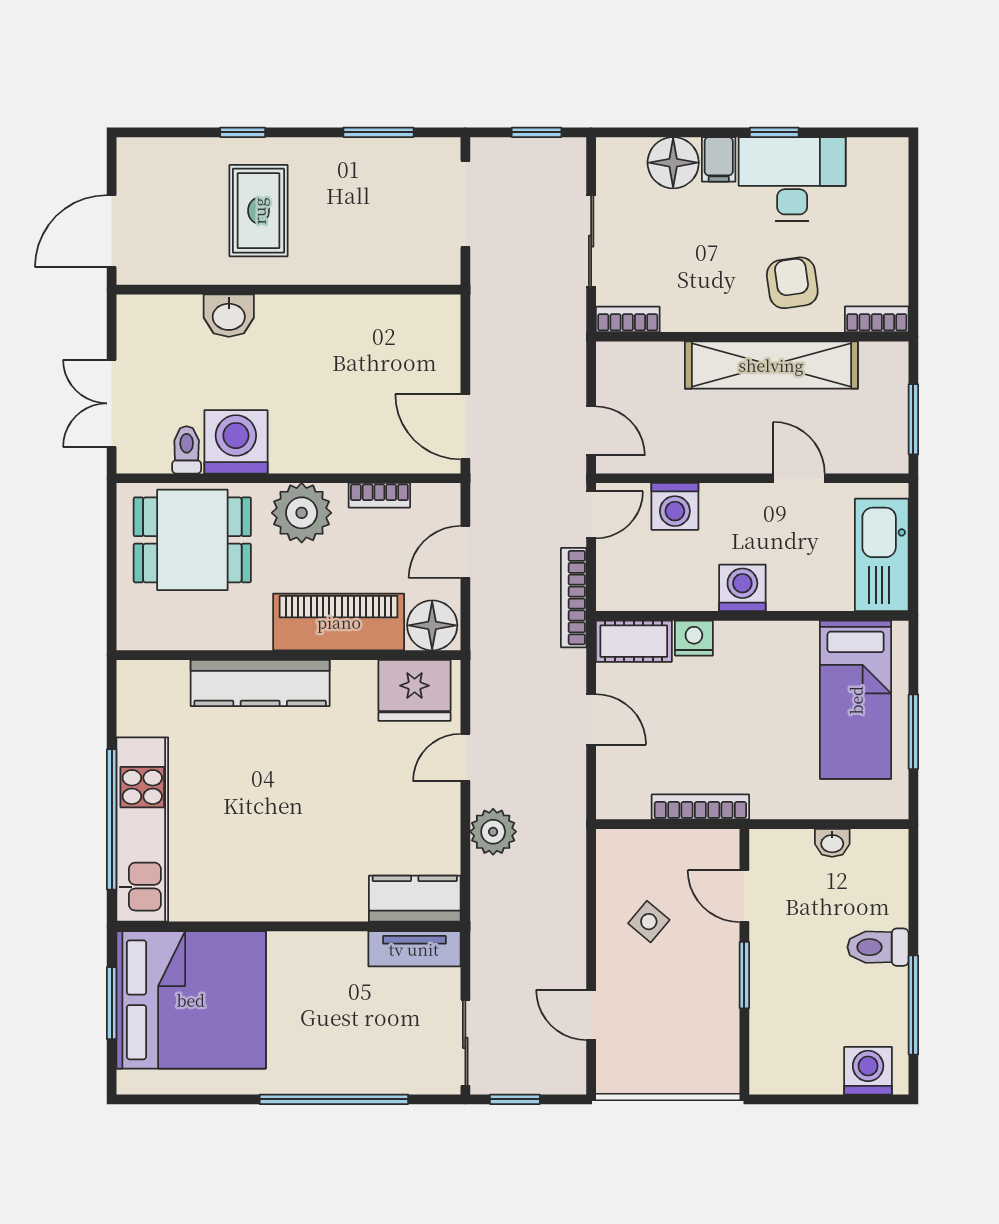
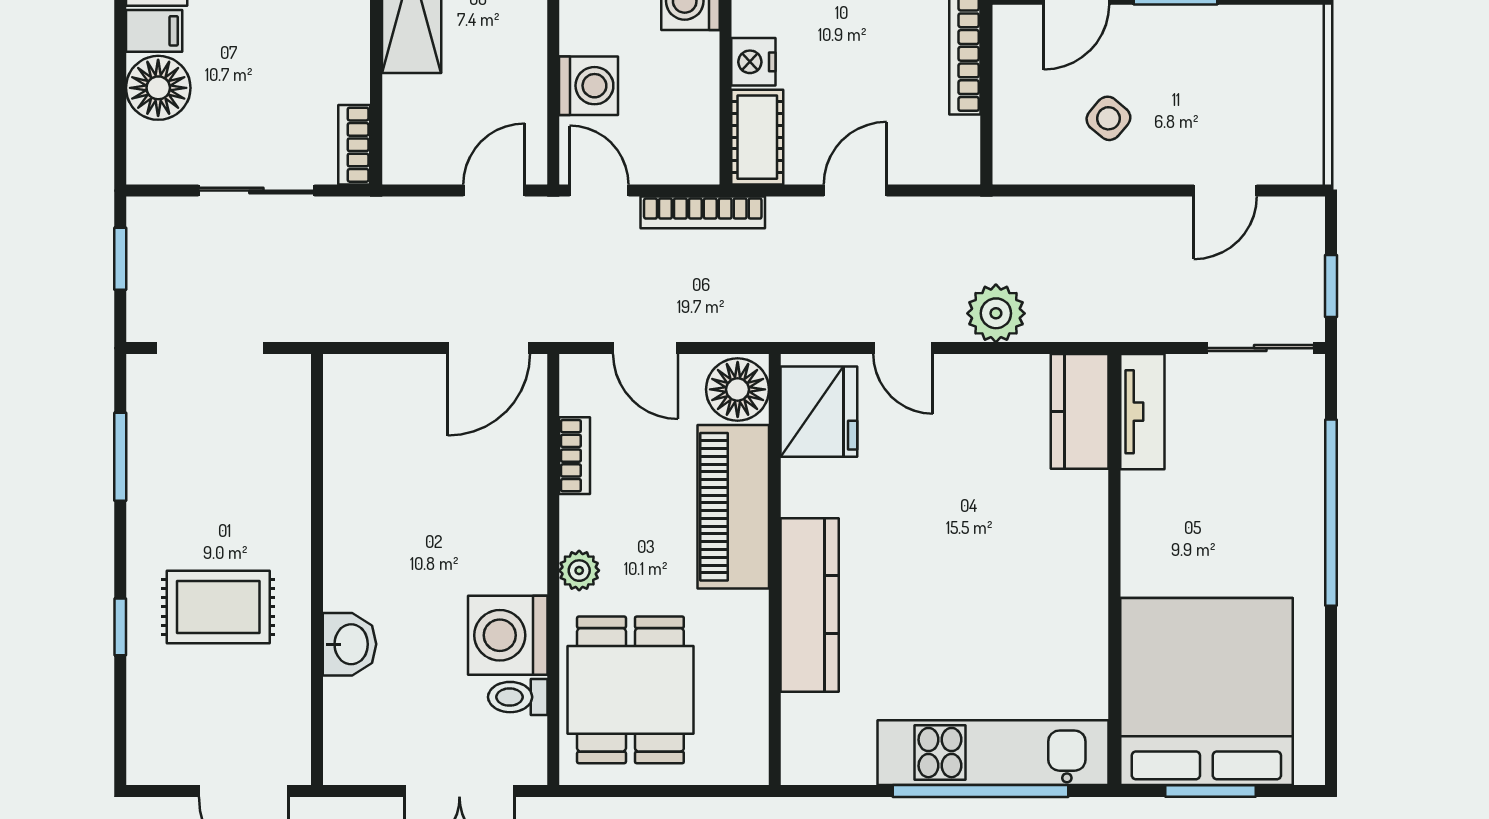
plant: (302, 513) -> (579, 571), width x0.53, depth x0.53

